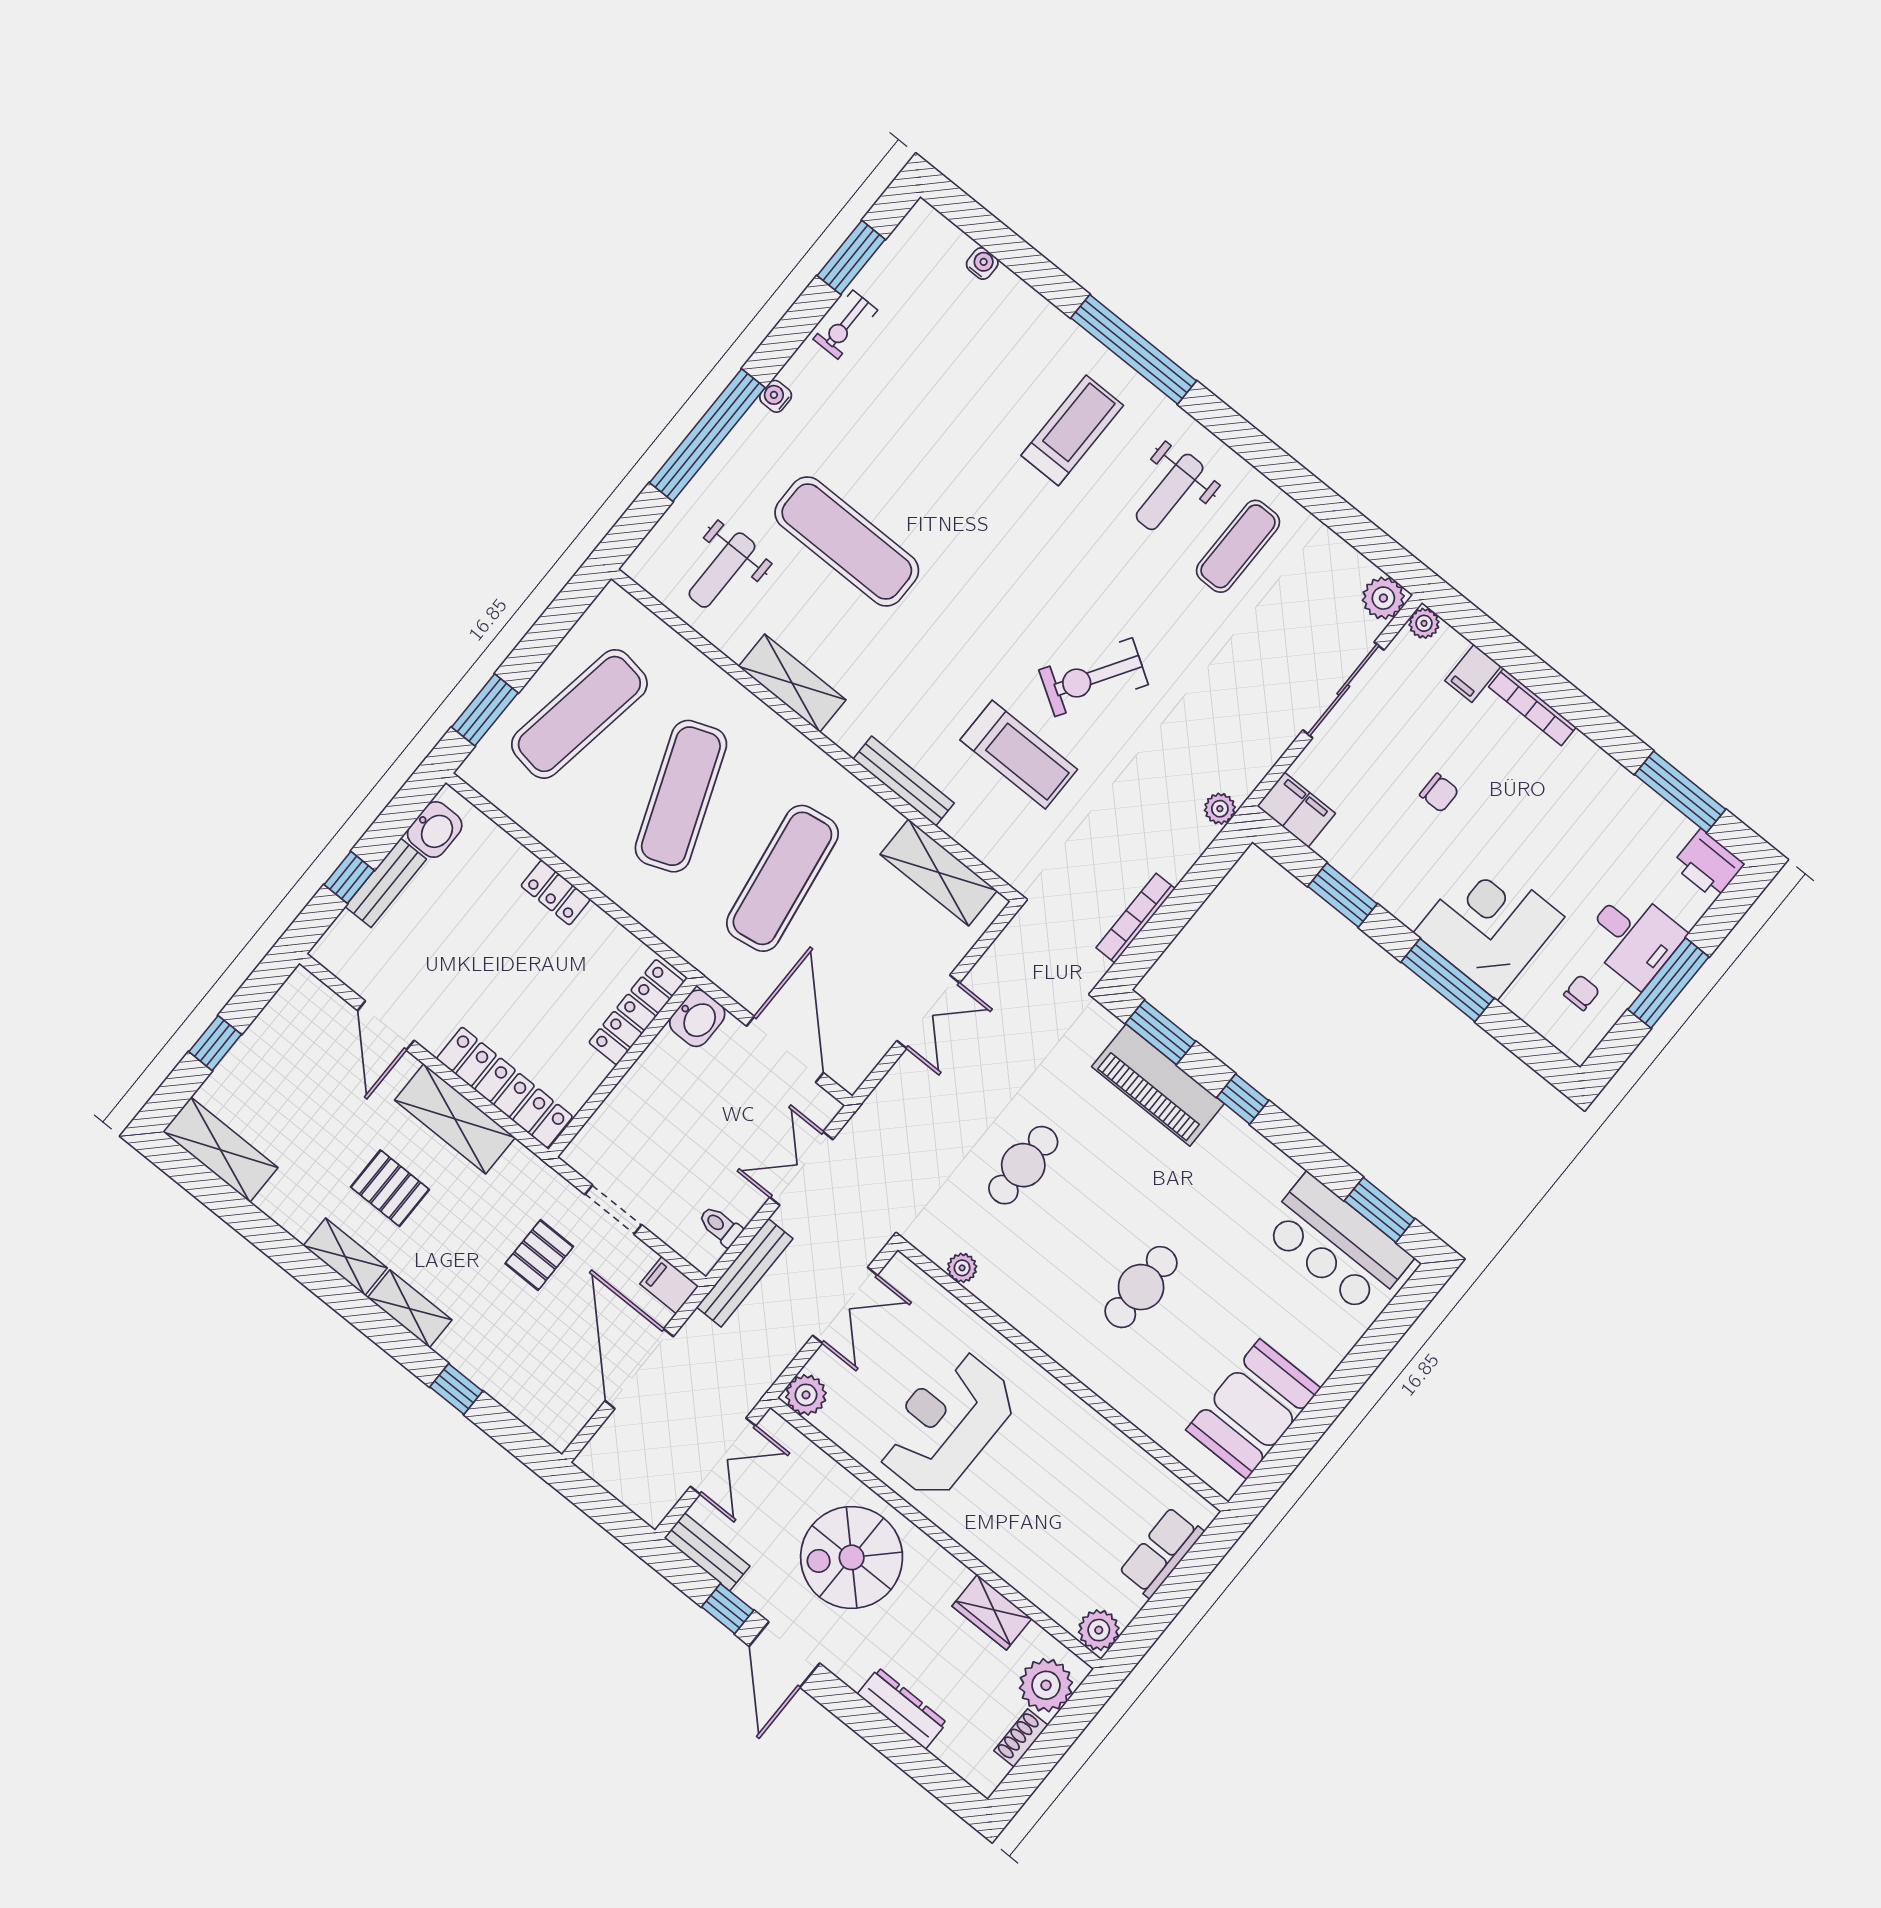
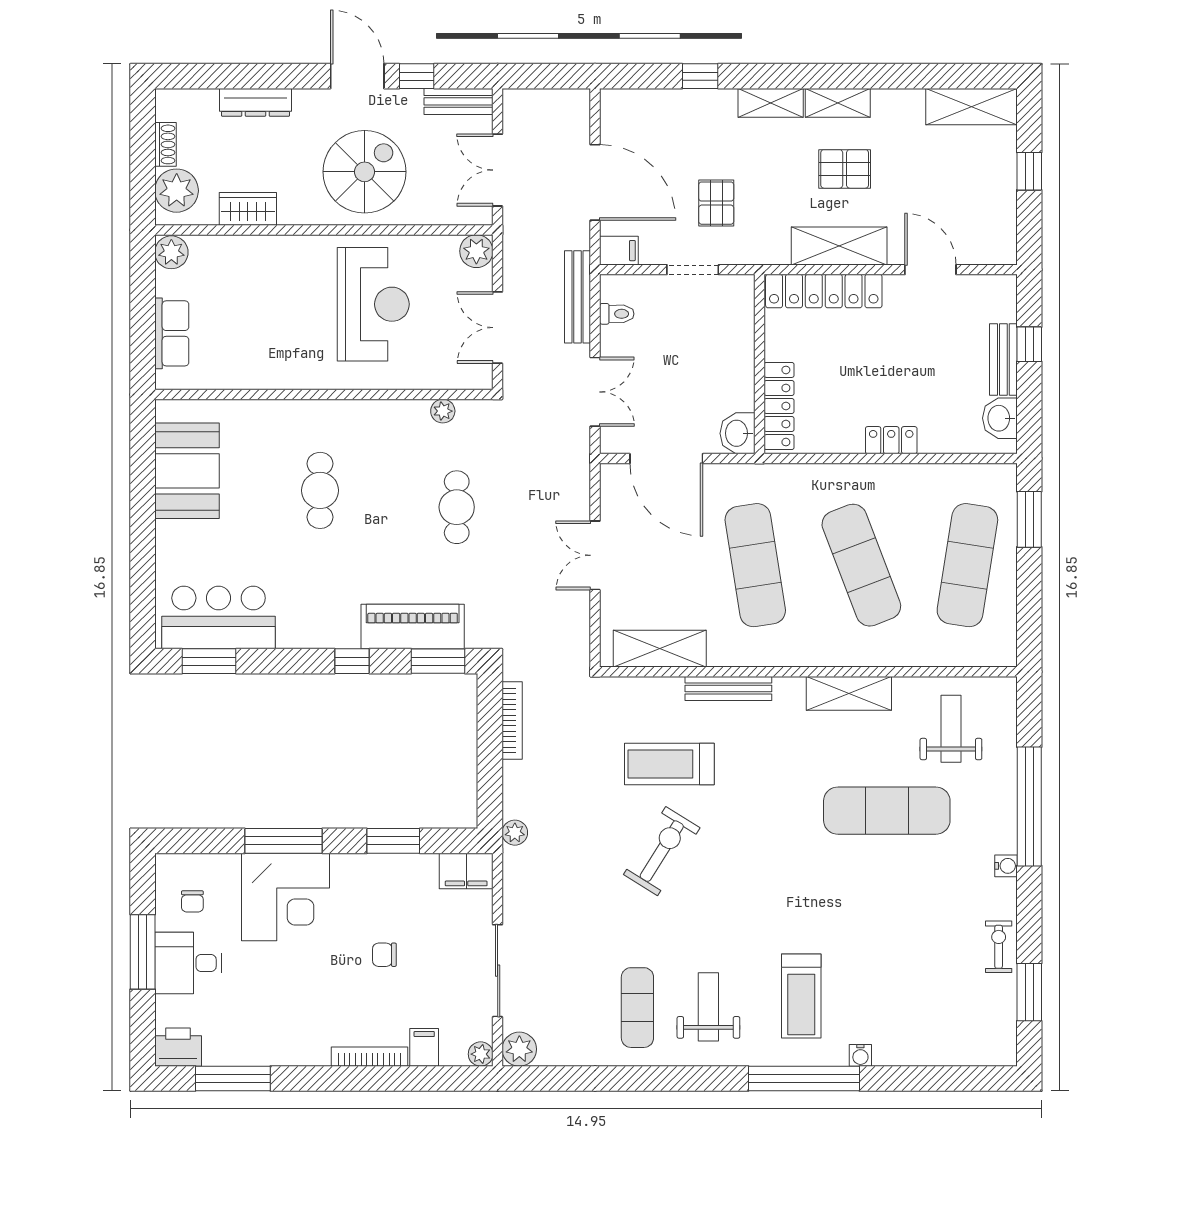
water cooler: (982, 263) -> (860, 1055), moved

